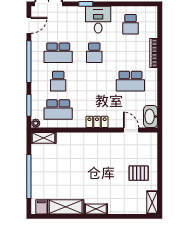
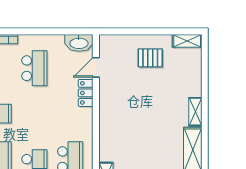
locker: (97, 122) -> (86, 93), moved
pallet: (139, 173) -> (150, 58), turned 90

